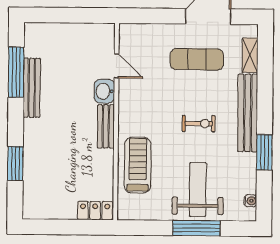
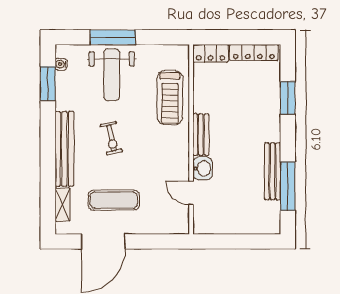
exercise bike: (199, 124) -> (111, 138), turned -102
window: (264, 152) -> (48, 84), moved
locker: (50, 211) -> (254, 53), added

